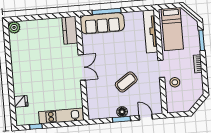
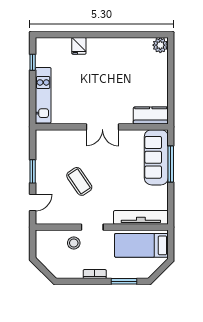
fridge: (21, 101) -> (79, 46), moved
floor lamp: (122, 112) -> (42, 173), removed

